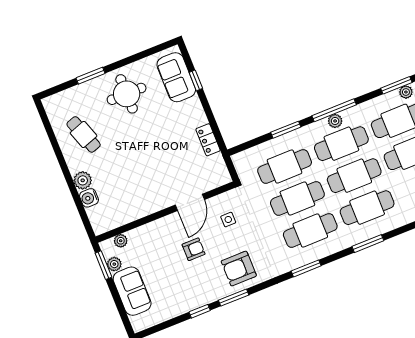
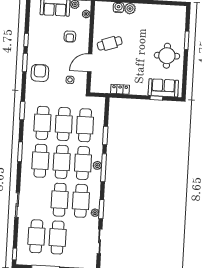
cafe table: (84, 134) -> (110, 43), moved
door: (190, 202) -> (90, 63), hinge flipped
armchair: (194, 249) -> (70, 37), moved

